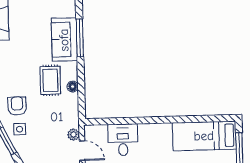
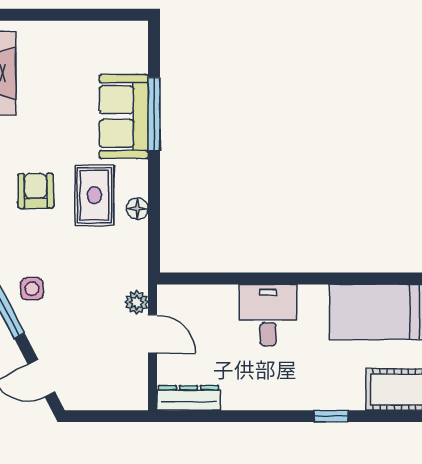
armchair: (17, 106) -> (36, 191), moved
desk: (123, 140) -> (268, 315), moved

